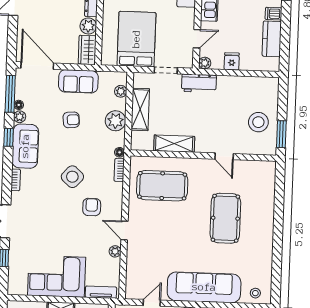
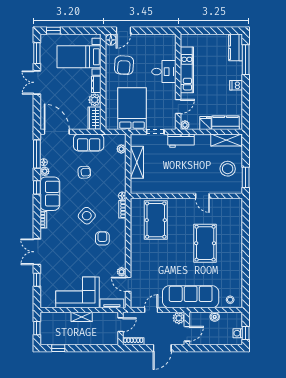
kitchen counter: (272, 39) -> (226, 123), moved, turned 90
plant: (116, 121) -> (118, 172), removed
shelving: (174, 144) -> (226, 140), moved
pool table: (162, 186) -> (156, 220), turned 90
door: (124, 230) -> (128, 284), moved

